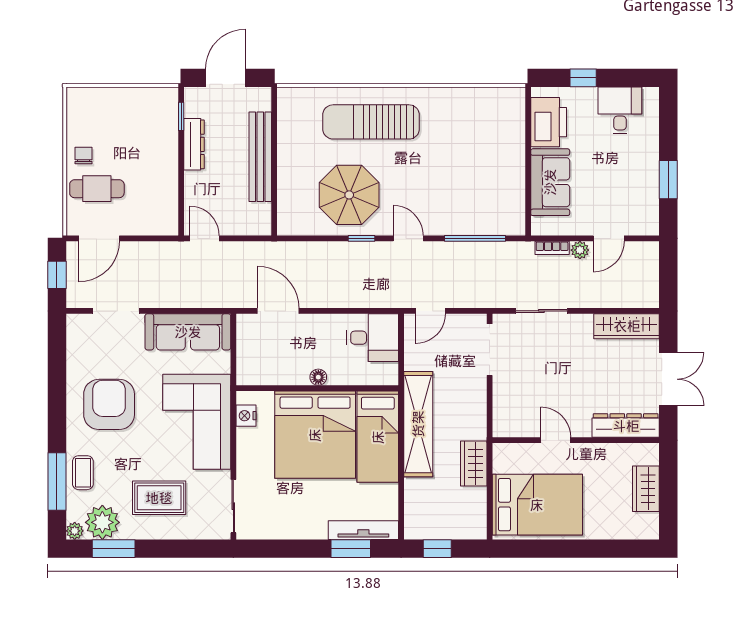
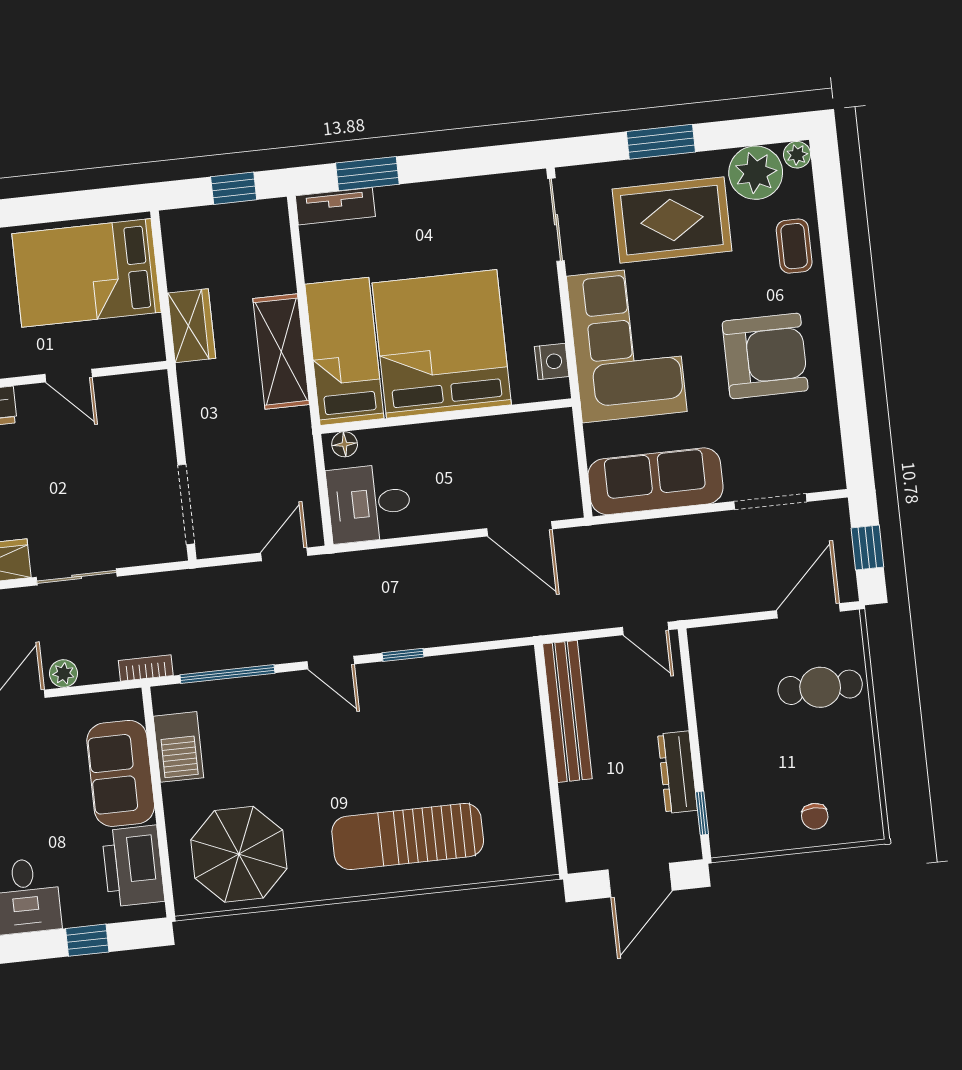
sun lounger: (371, 122) -> (408, 836), turned 180
chair: (83, 156) -> (815, 816), moved
bench: (260, 157) -> (567, 711), moved
parasol: (349, 195) -> (239, 854), moved
barbecue: (511, 195) -> (178, 747), added
bookcase: (552, 248) -> (146, 668), moved
sliding door: (541, 311) -> (77, 577), moved
floor lamp: (318, 377) -> (345, 444), moved
armchair: (109, 404) -> (765, 356), turned -90
shelving: (418, 424) -> (281, 352), width x0.68
window: (57, 482) -> (833, 228), removed
rug: (159, 498) -> (672, 220), width x1.36, depth x1.43
tv unit: (363, 530) -> (335, 206), width x0.71
window: (114, 549) -> (661, 142), moved

